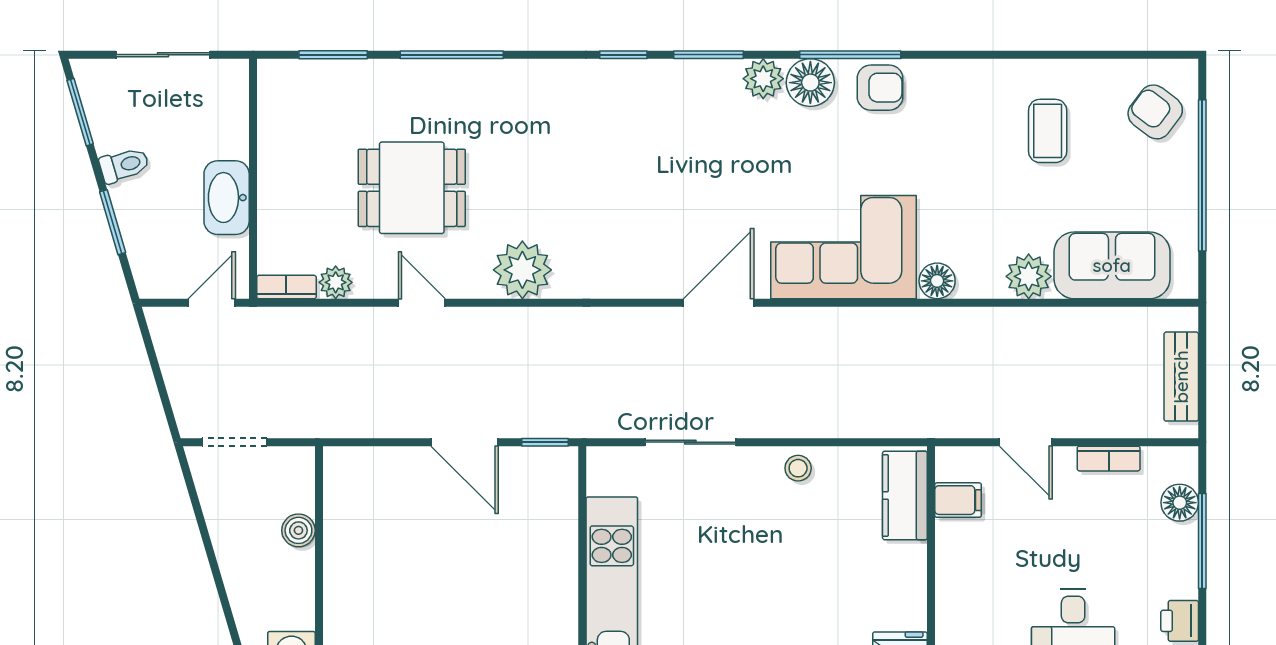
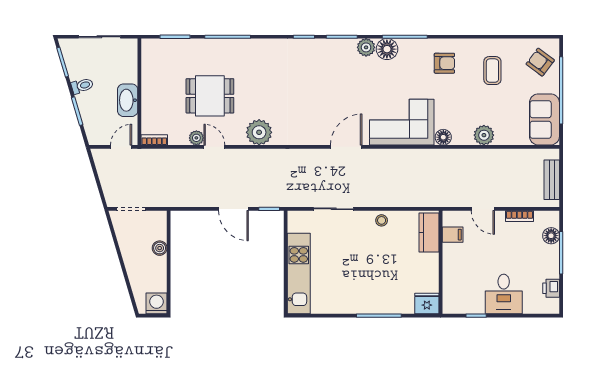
armchair: (880, 88) -> (444, 63), moved
sofa: (1112, 265) -> (544, 119), moved, turned -90
plant: (336, 282) -> (196, 138), moved

